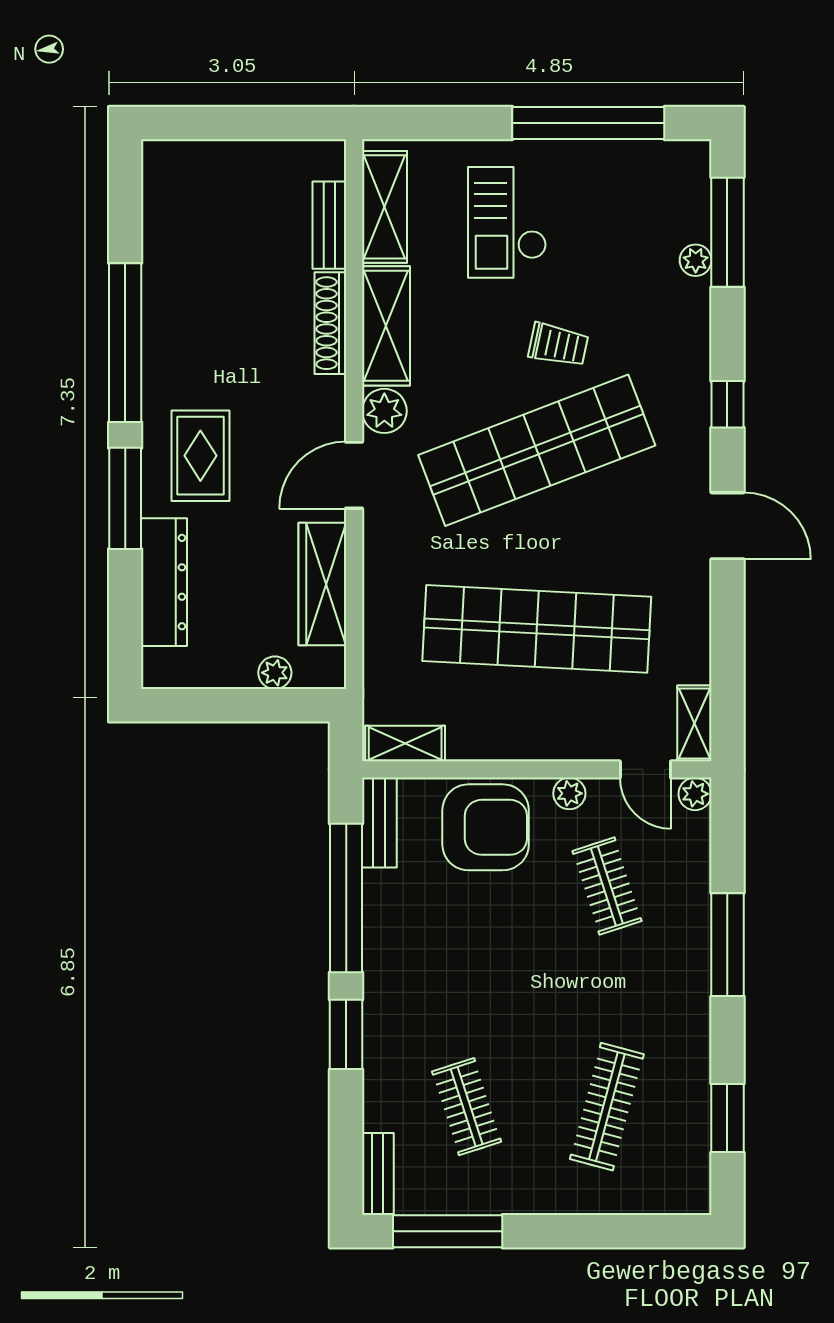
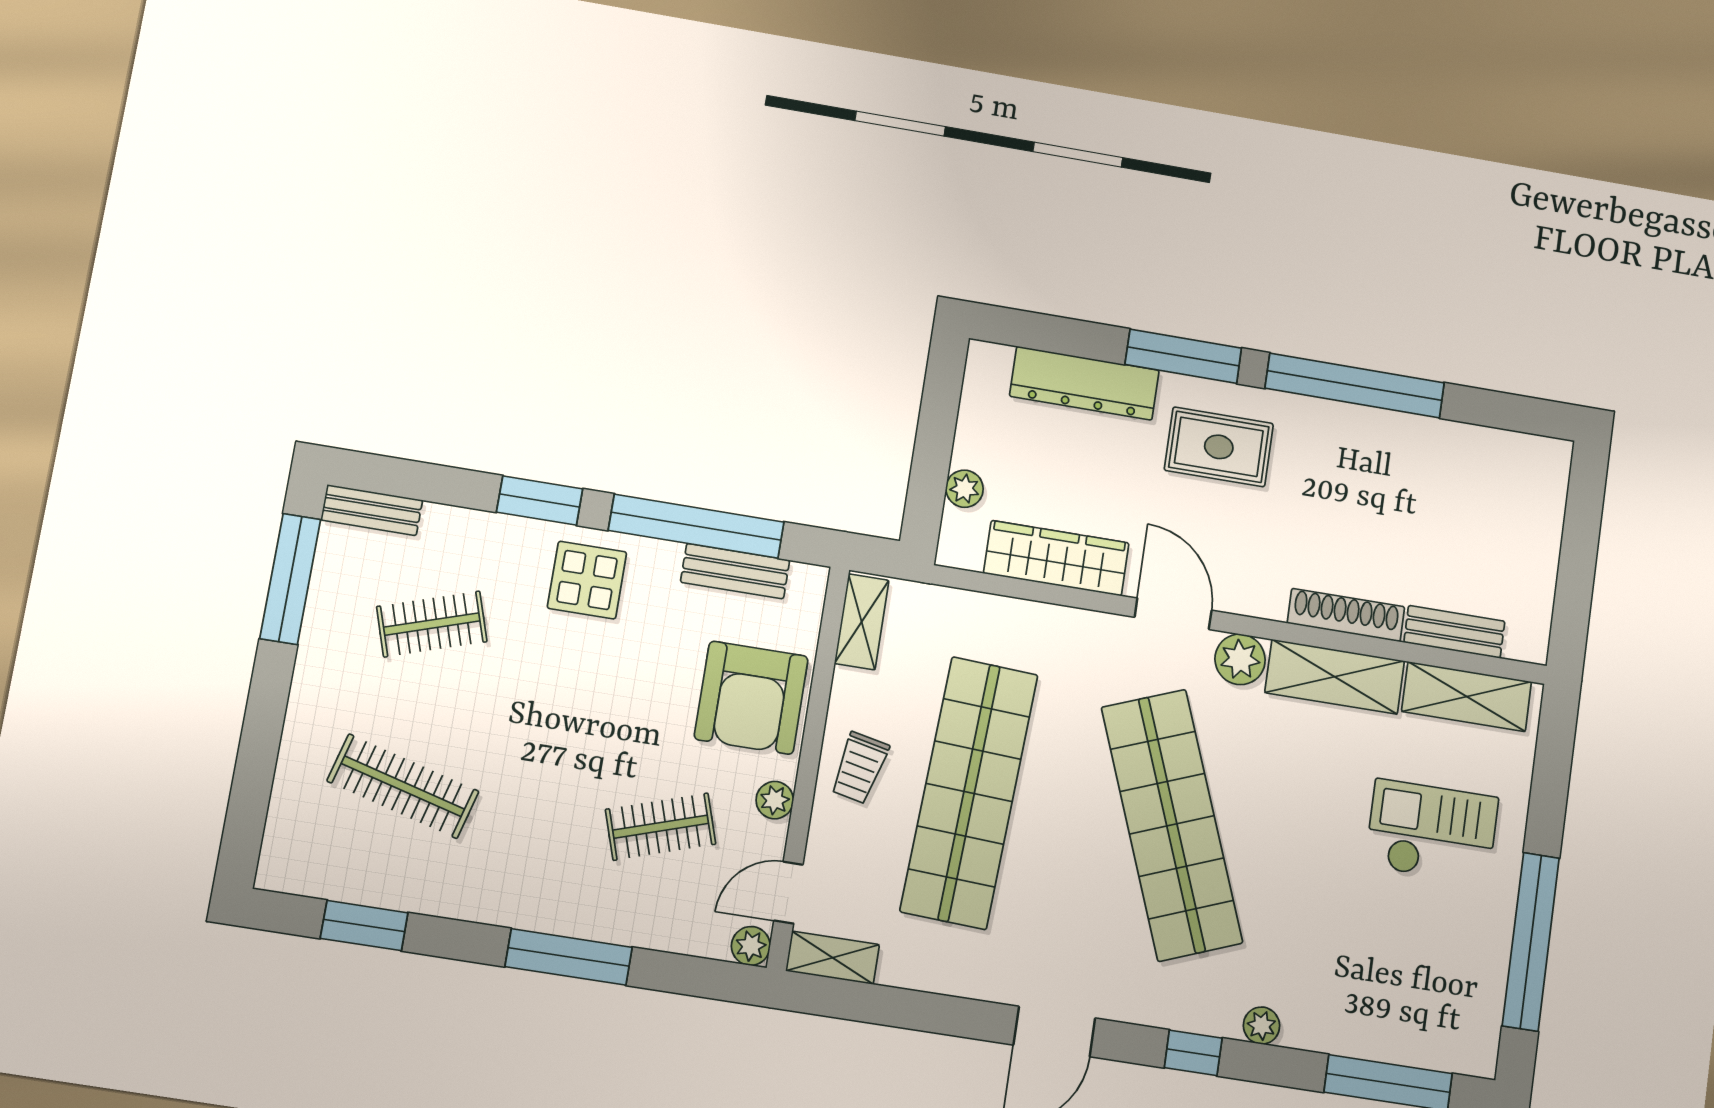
plant: (696, 260) -> (1262, 1026), moved
trolley: (558, 345) -> (860, 768), moved
bench: (379, 823) -> (735, 571), moved
display table: (408, 983) -> (587, 580), added

